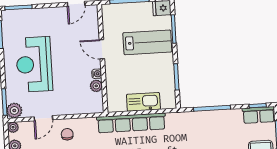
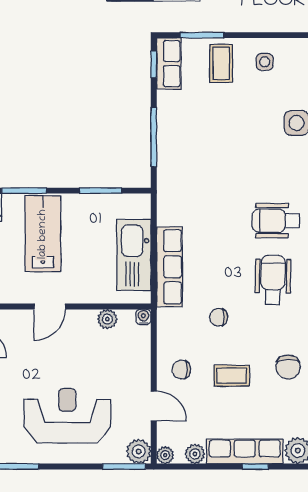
reception desk: (34, 64) -> (67, 416), turned 180
water cooler: (97, 74) -> (143, 317), moved
kitchen sink: (143, 102) -> (134, 255), width x1.36, depth x1.24
row of seats: (131, 123) -> (169, 267), width x0.73

